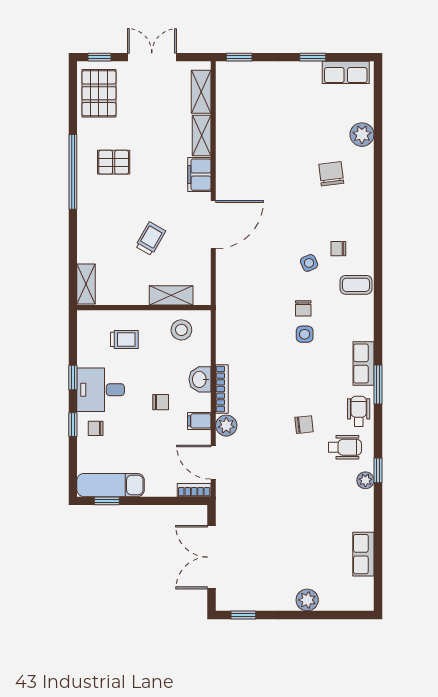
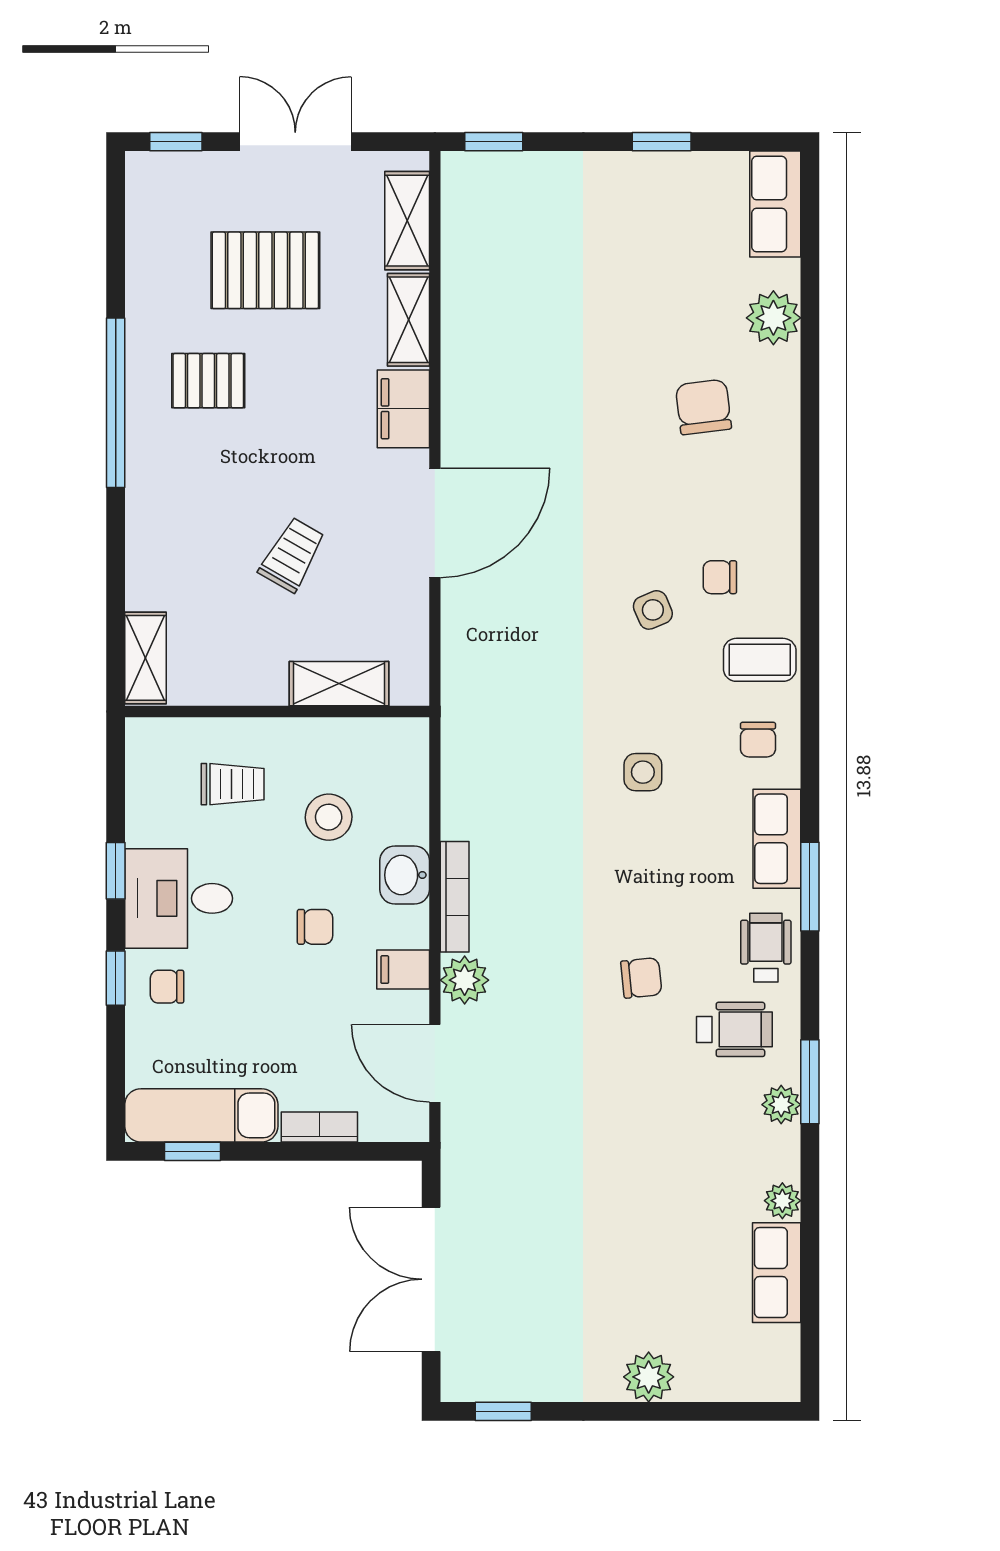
row of seats: (346, 72) -> (775, 204), moved, turned 90
pallet: (99, 93) -> (265, 270), moved, turned 90
chair: (303, 308) -> (758, 740), moved
stool: (181, 330) -> (329, 817), moved
window: (378, 470) -> (810, 1082), width x1.50
bookcase: (194, 490) -> (319, 1127), moved
plant: (366, 523) -> (782, 1201), added

